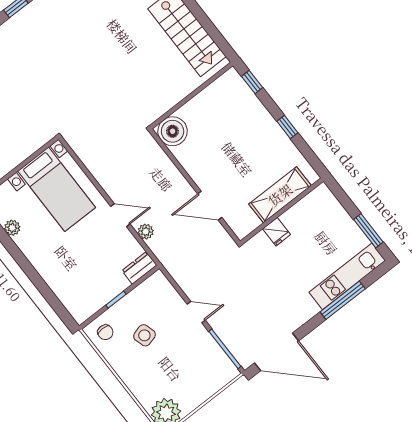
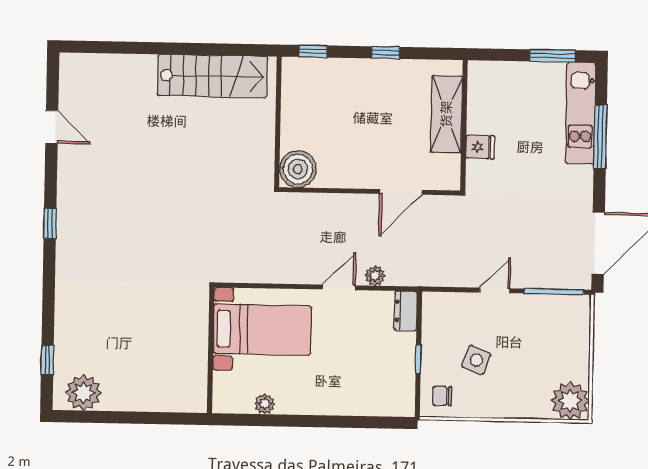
chair: (105, 332) -> (442, 396), turned 180
side table: (144, 335) -> (476, 360), turned 37

